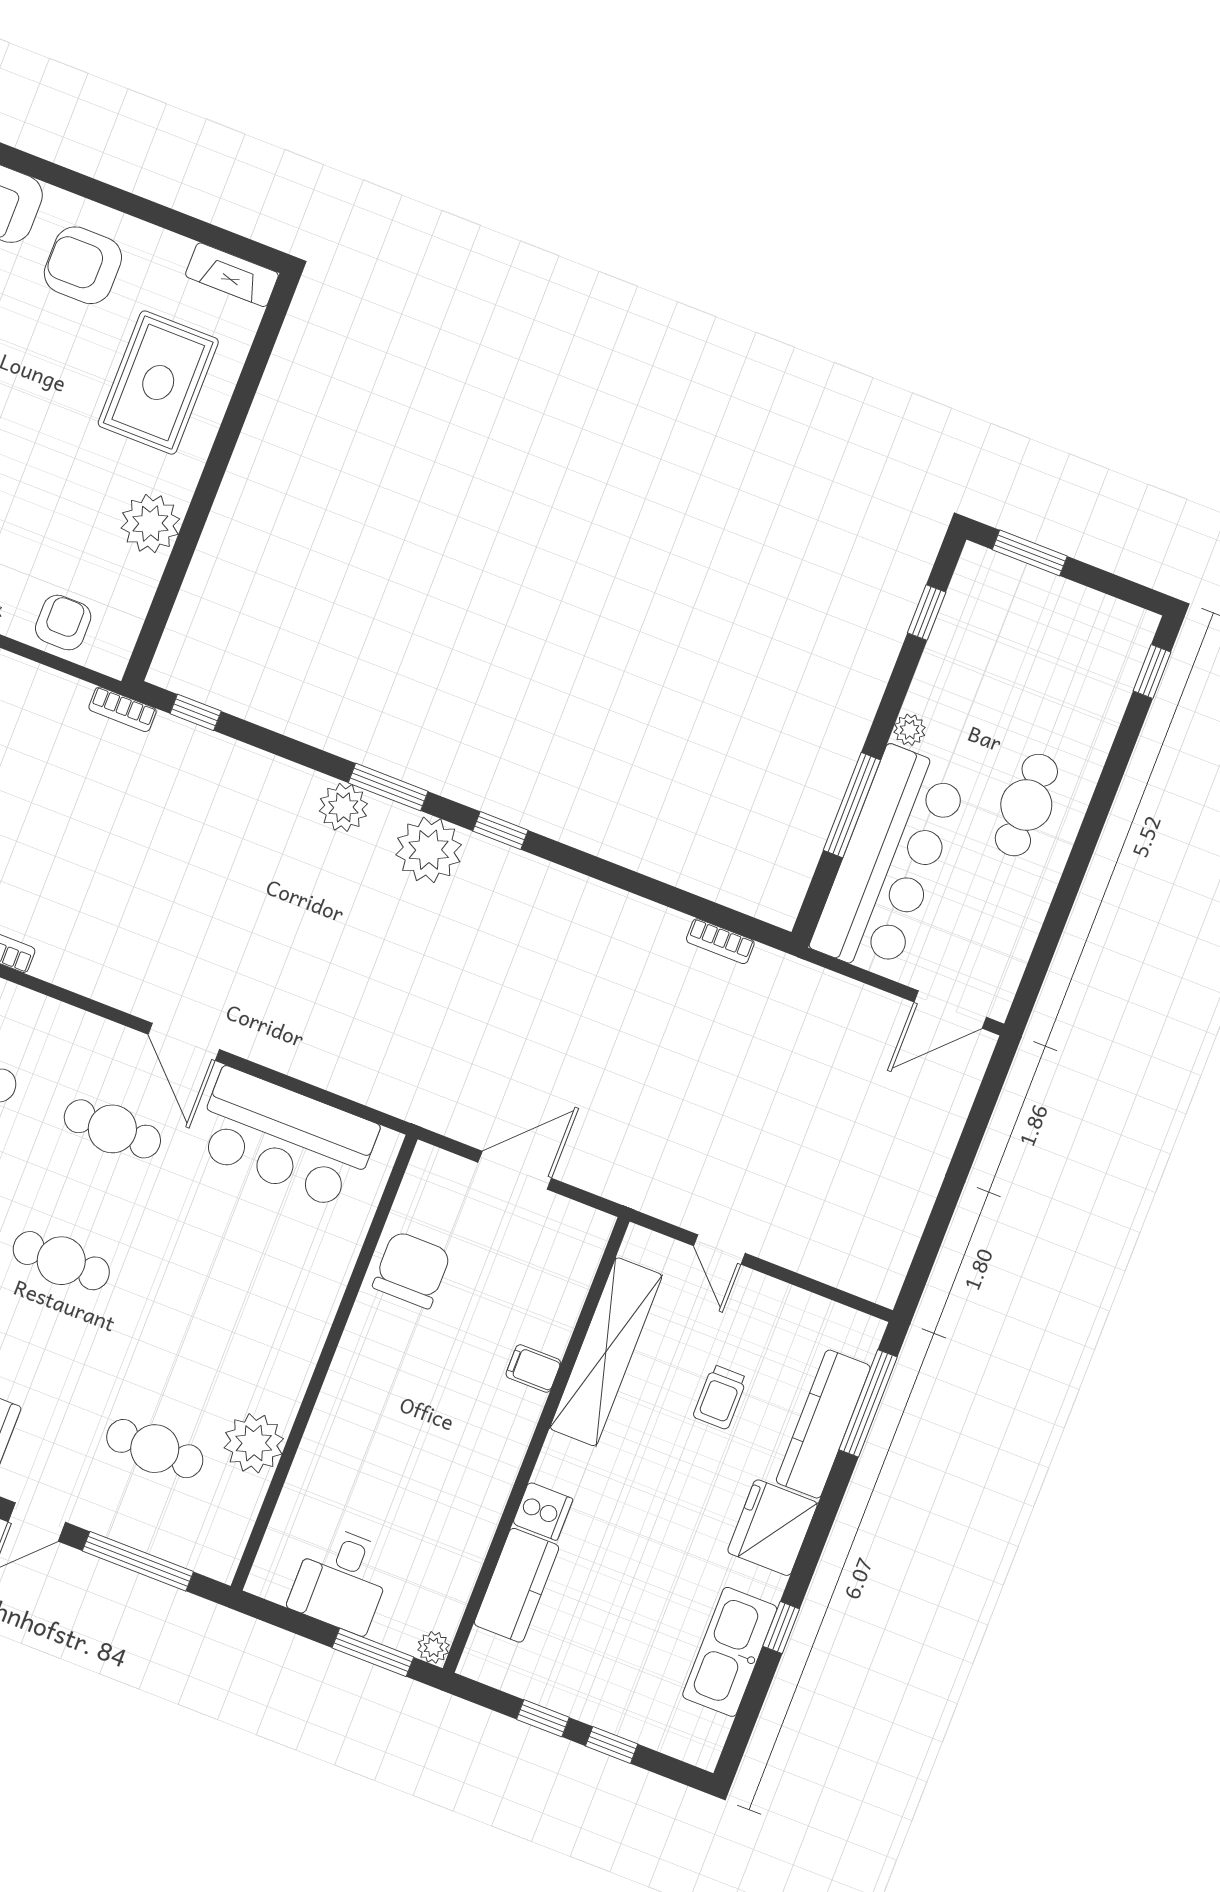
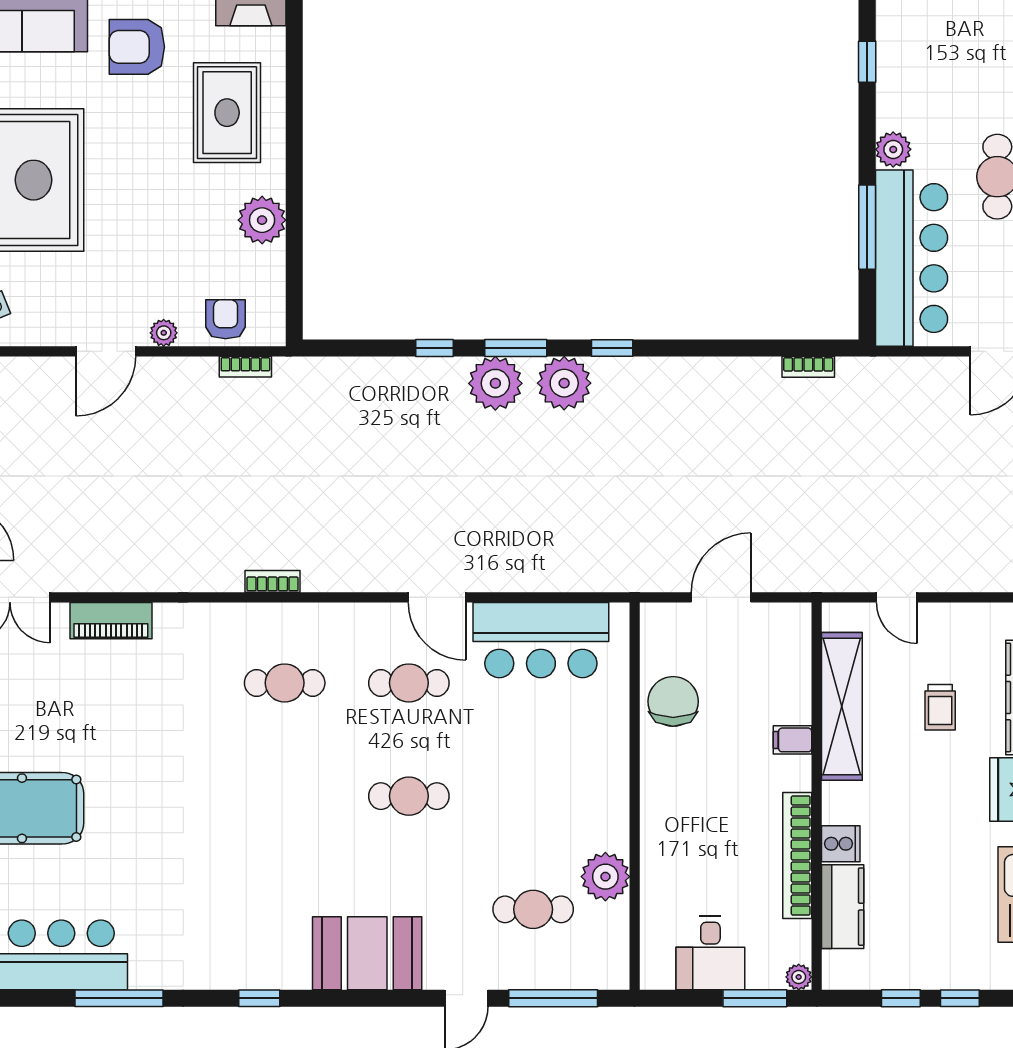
bookcase: (123, 709) -> (245, 367), moved
window: (196, 712) -> (435, 348), moved
plant: (910, 730) -> (893, 149), width x1.38, depth x1.38
plant: (343, 807) -> (495, 383), width x1.36, depth x1.36
bookcase: (487, 1505) -> (797, 855), added

